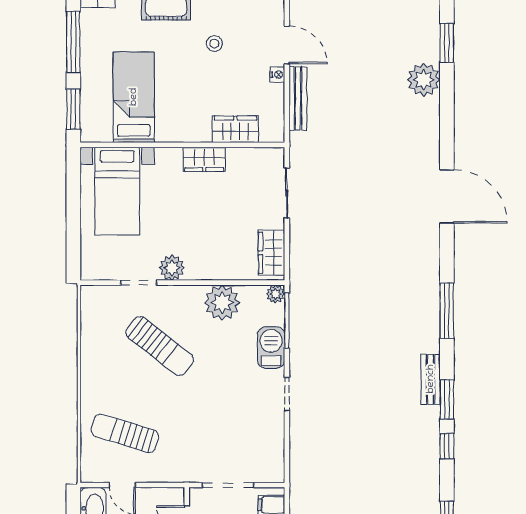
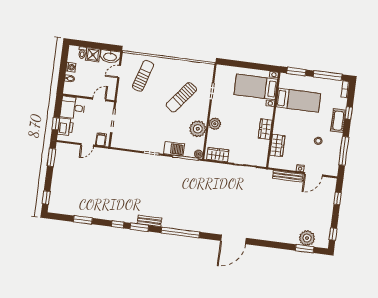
plant: (424, 80) -> (307, 238), moved
plant: (172, 268) -> (215, 124), moved
window: (447, 311) -> (180, 233), width x1.46

